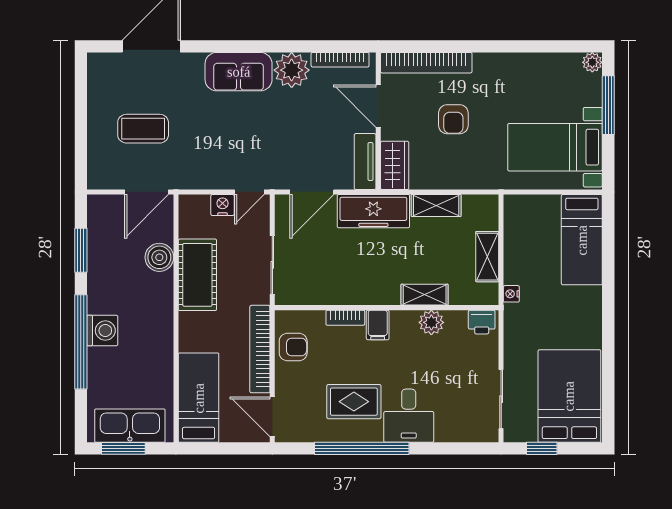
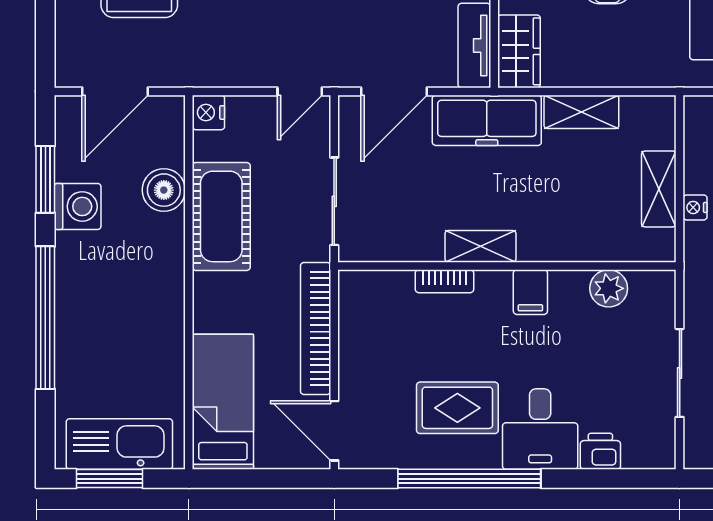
door: (147, 192) -> (115, 91), moved
nightstand: (223, 205) -> (208, 112), moved, turned -90
nightstand: (511, 294) -> (695, 207), moved
shelving: (425, 295) -> (480, 246), moved
plant: (431, 322) -> (609, 288), moved
printer: (482, 322) -> (600, 451), moved, turned 180
filing cabinet: (378, 325) -> (530, 292), moved
washing machine: (102, 331) -> (78, 206), moved
armchair: (293, 347) -> (366, 325), removed
sliding door: (501, 399) -> (680, 373), moved

